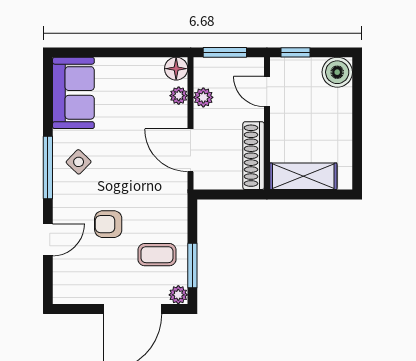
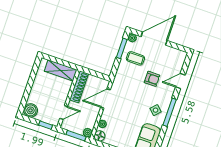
door: (267, 92) -> (64, 112), hinge flipped
plant: (203, 97) -> (88, 133), moved
door: (191, 150) -> (105, 98), swing flipped

